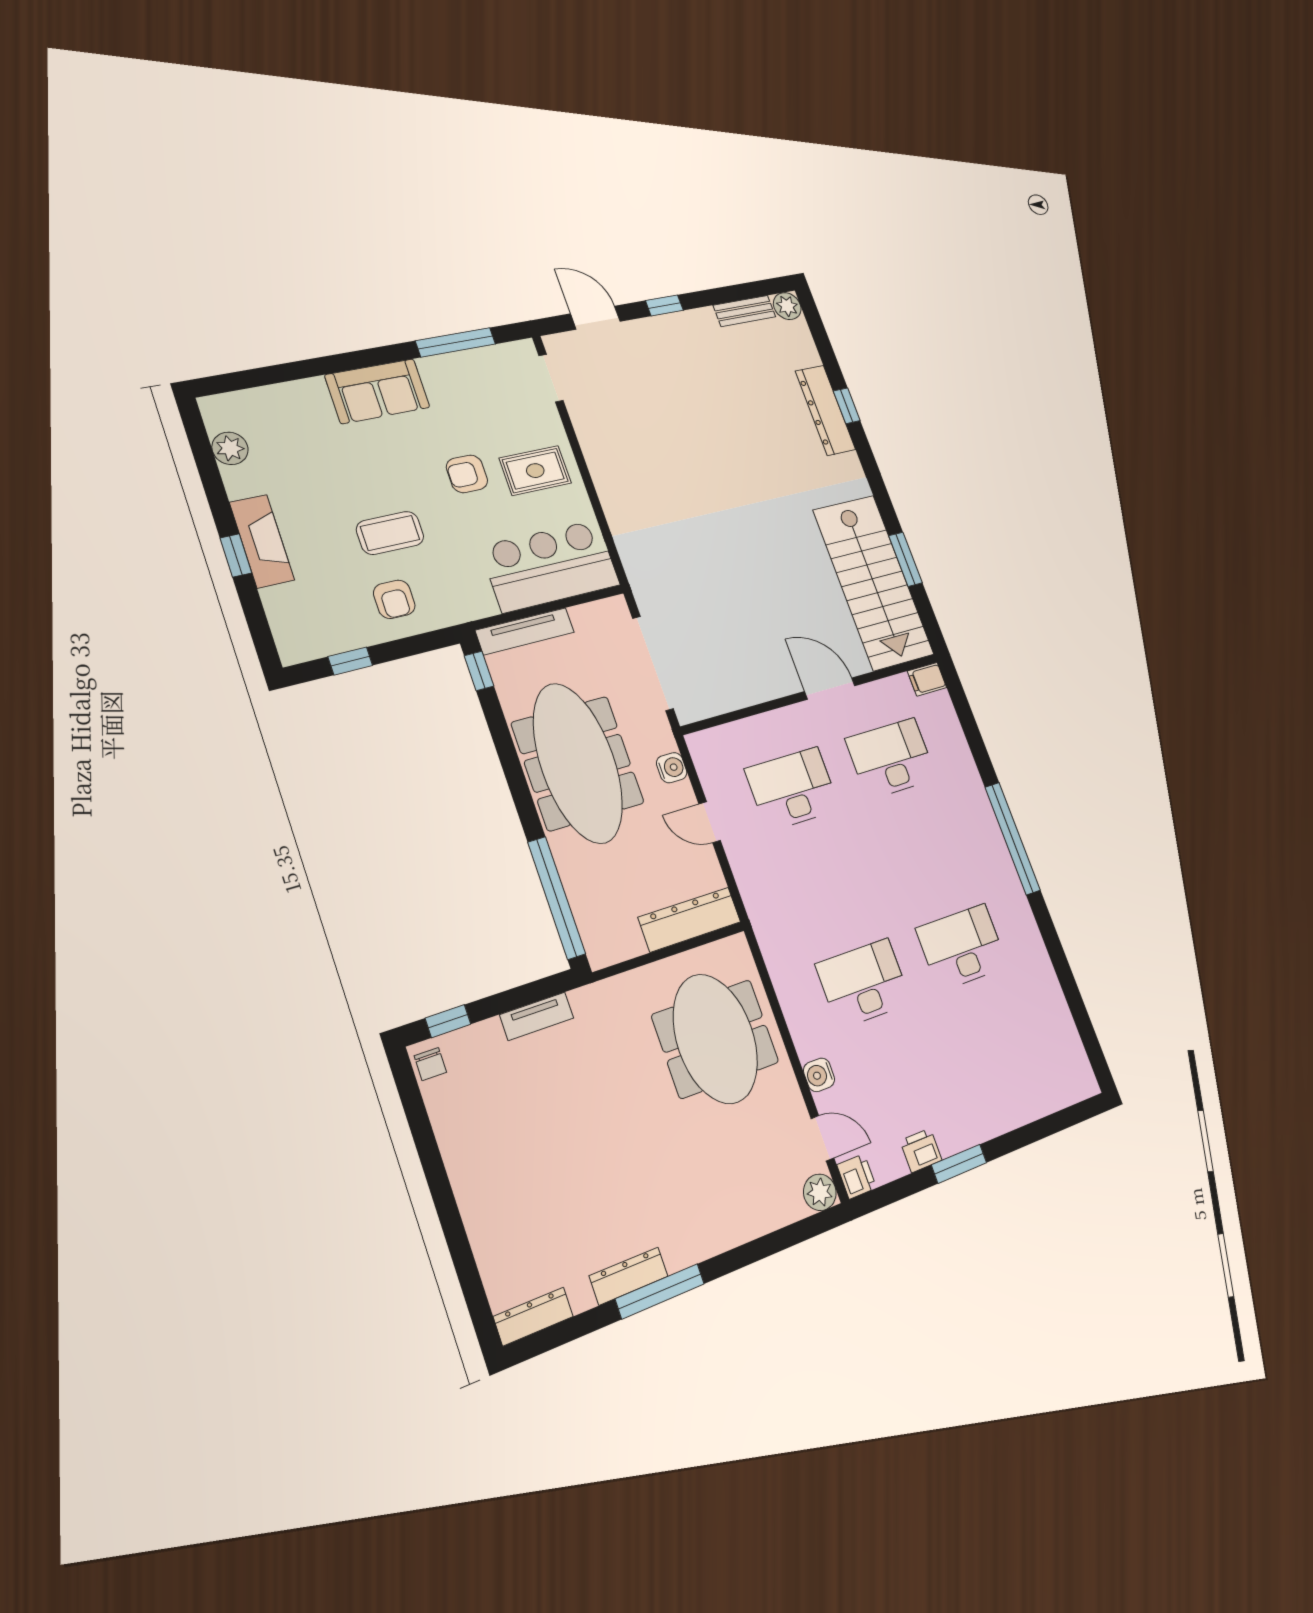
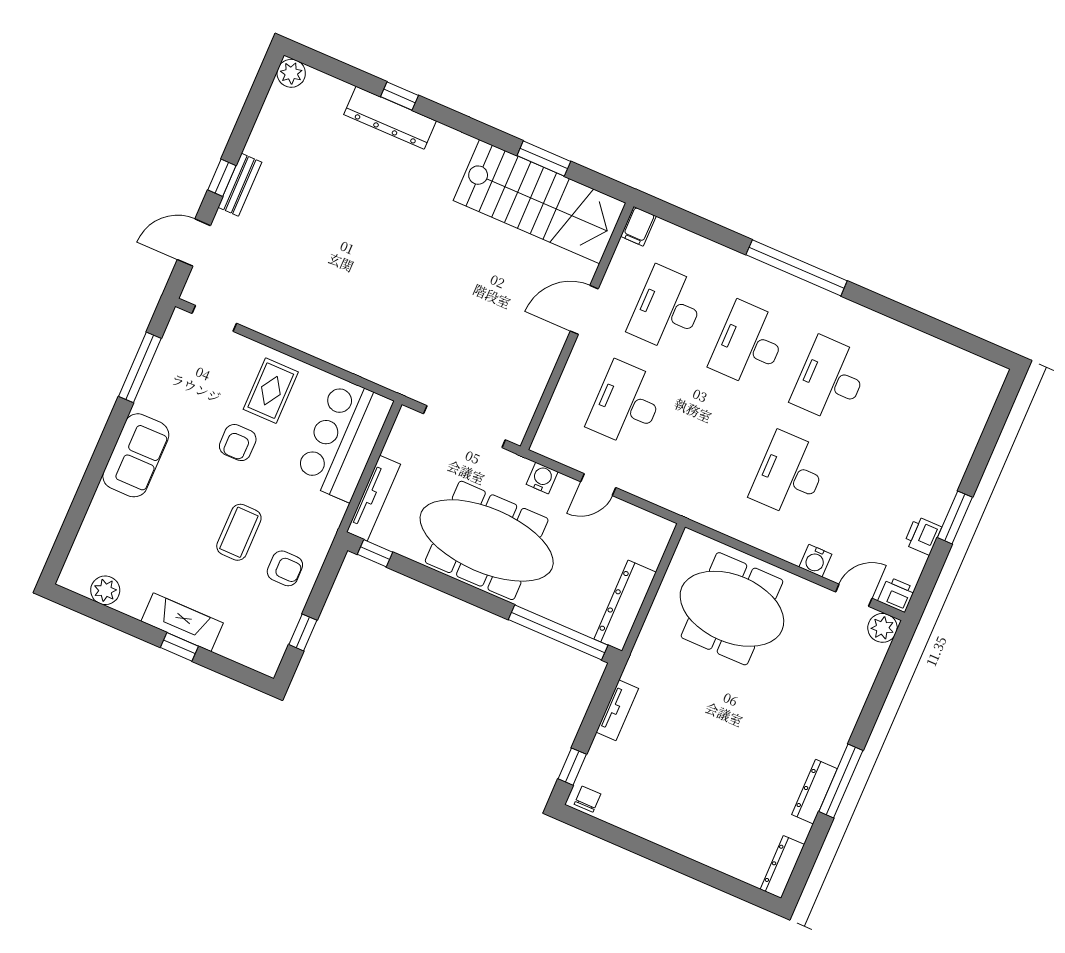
bench: (744, 311) -> (240, 185), moved
desk: (926, 852) -> (749, 344), added
dresser: (690, 920) -> (625, 606), moved
chair: (430, 1064) -> (588, 799), turned -90

